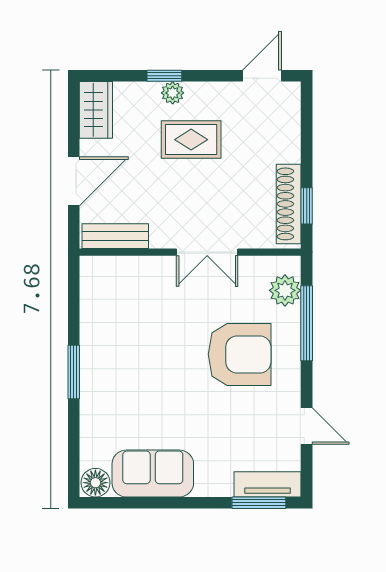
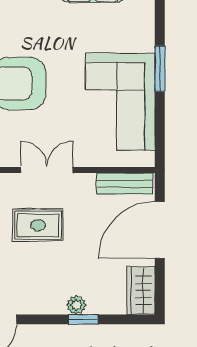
rug: (191, 140) -> (38, 225), moved
door: (74, 181) -> (160, 230), width x1.36
corner sofa: (120, 333) -> (120, 102), added

